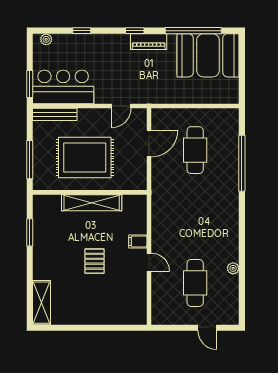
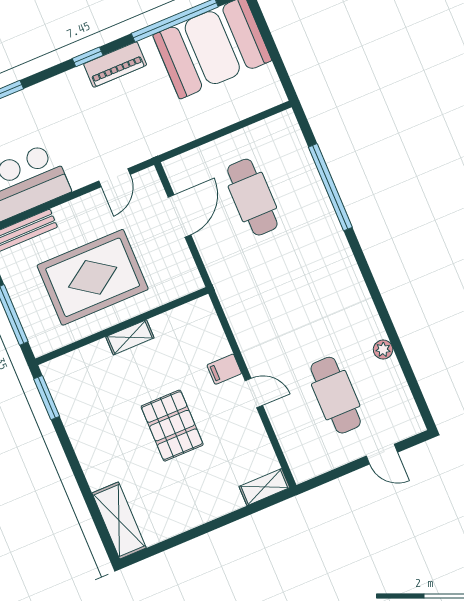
shelving: (92, 203) -> (130, 337), width x0.45, depth x0.75
window: (30, 232) -> (47, 398), moved
pallet: (95, 261) -> (172, 426), width x1.50, depth x1.42
shelving: (132, 318) -> (264, 487), added

